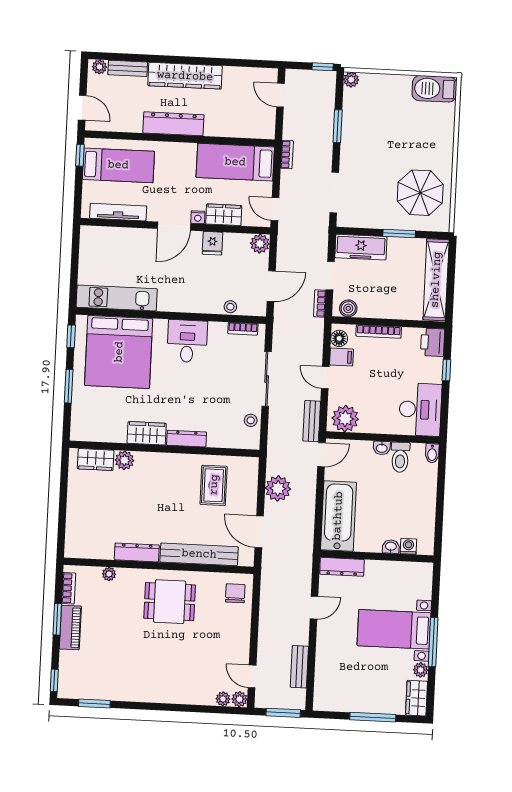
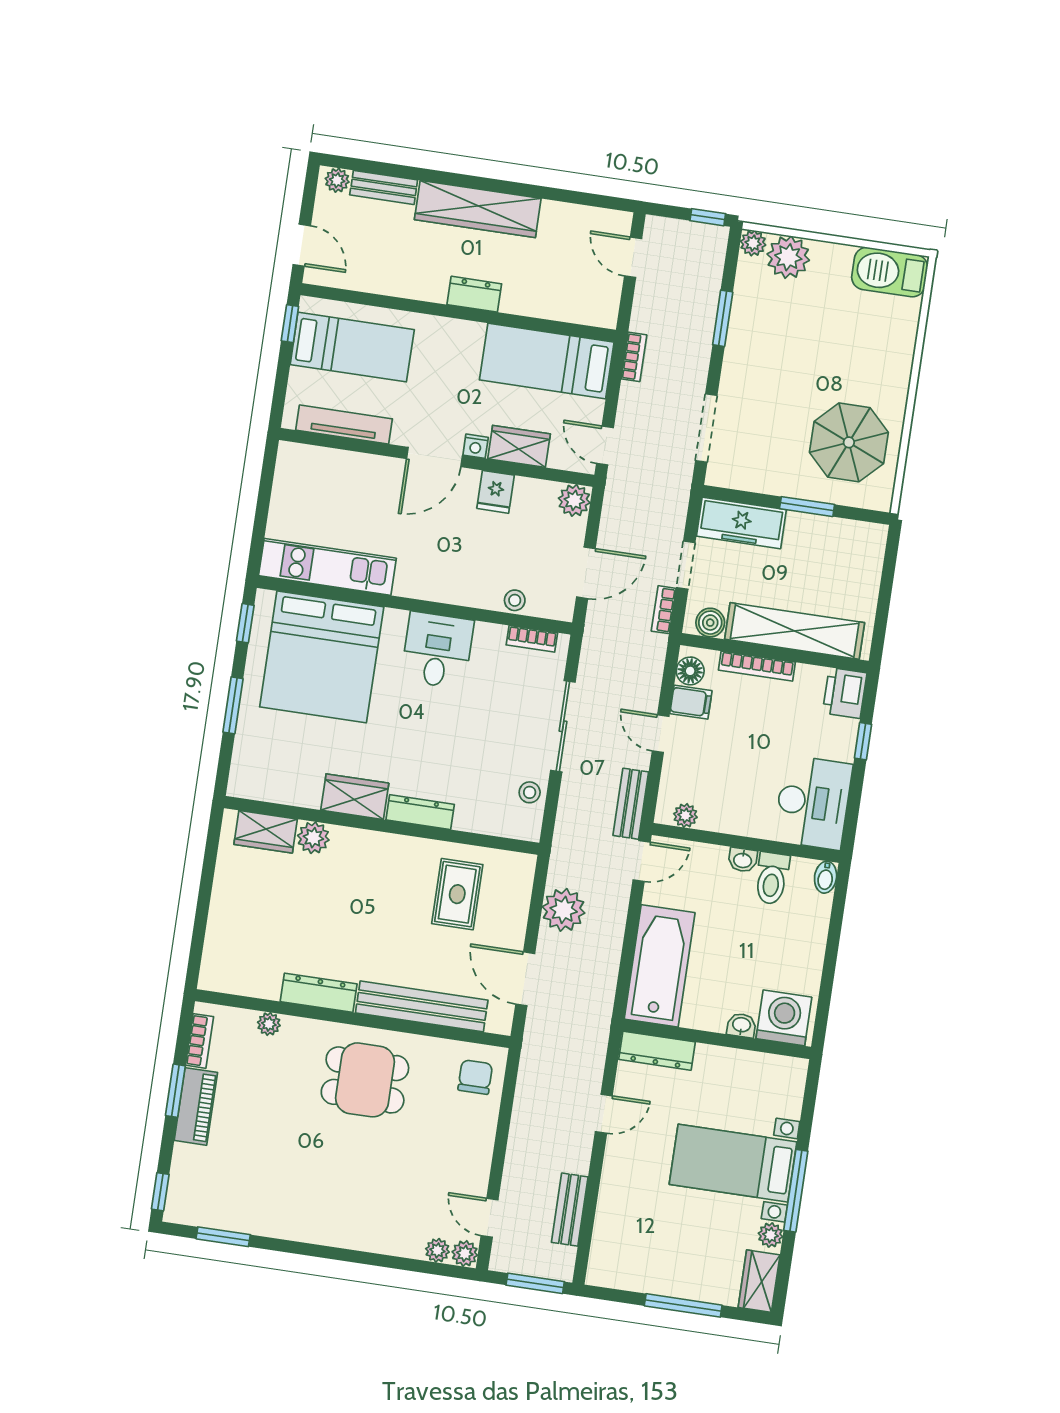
plant: (373, 86) -> (788, 257), added
dresser: (173, 124) -> (474, 294), width x0.51, depth x0.80
shelving: (436, 280) -> (795, 631), moved, turned 90
plant: (345, 419) -> (685, 816), width x0.53, depth x0.53
washing machine: (408, 546) -> (784, 1018), width x1.89, depth x1.89

